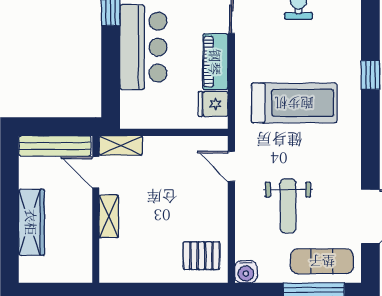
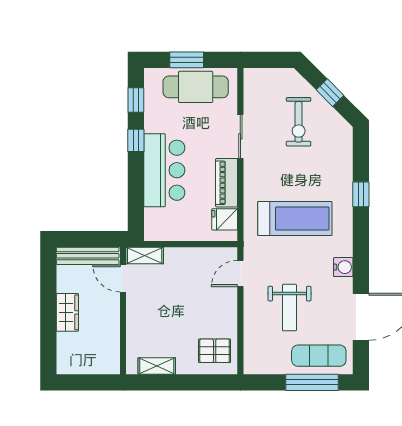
door: (231, 166) -> (240, 273), hinge flipped
shelving: (109, 216) -> (157, 366), moved, turned 90
wardrobe: (31, 222) -> (67, 312), width x0.67
water cooler: (246, 272) -> (343, 267), moved, turned -90

